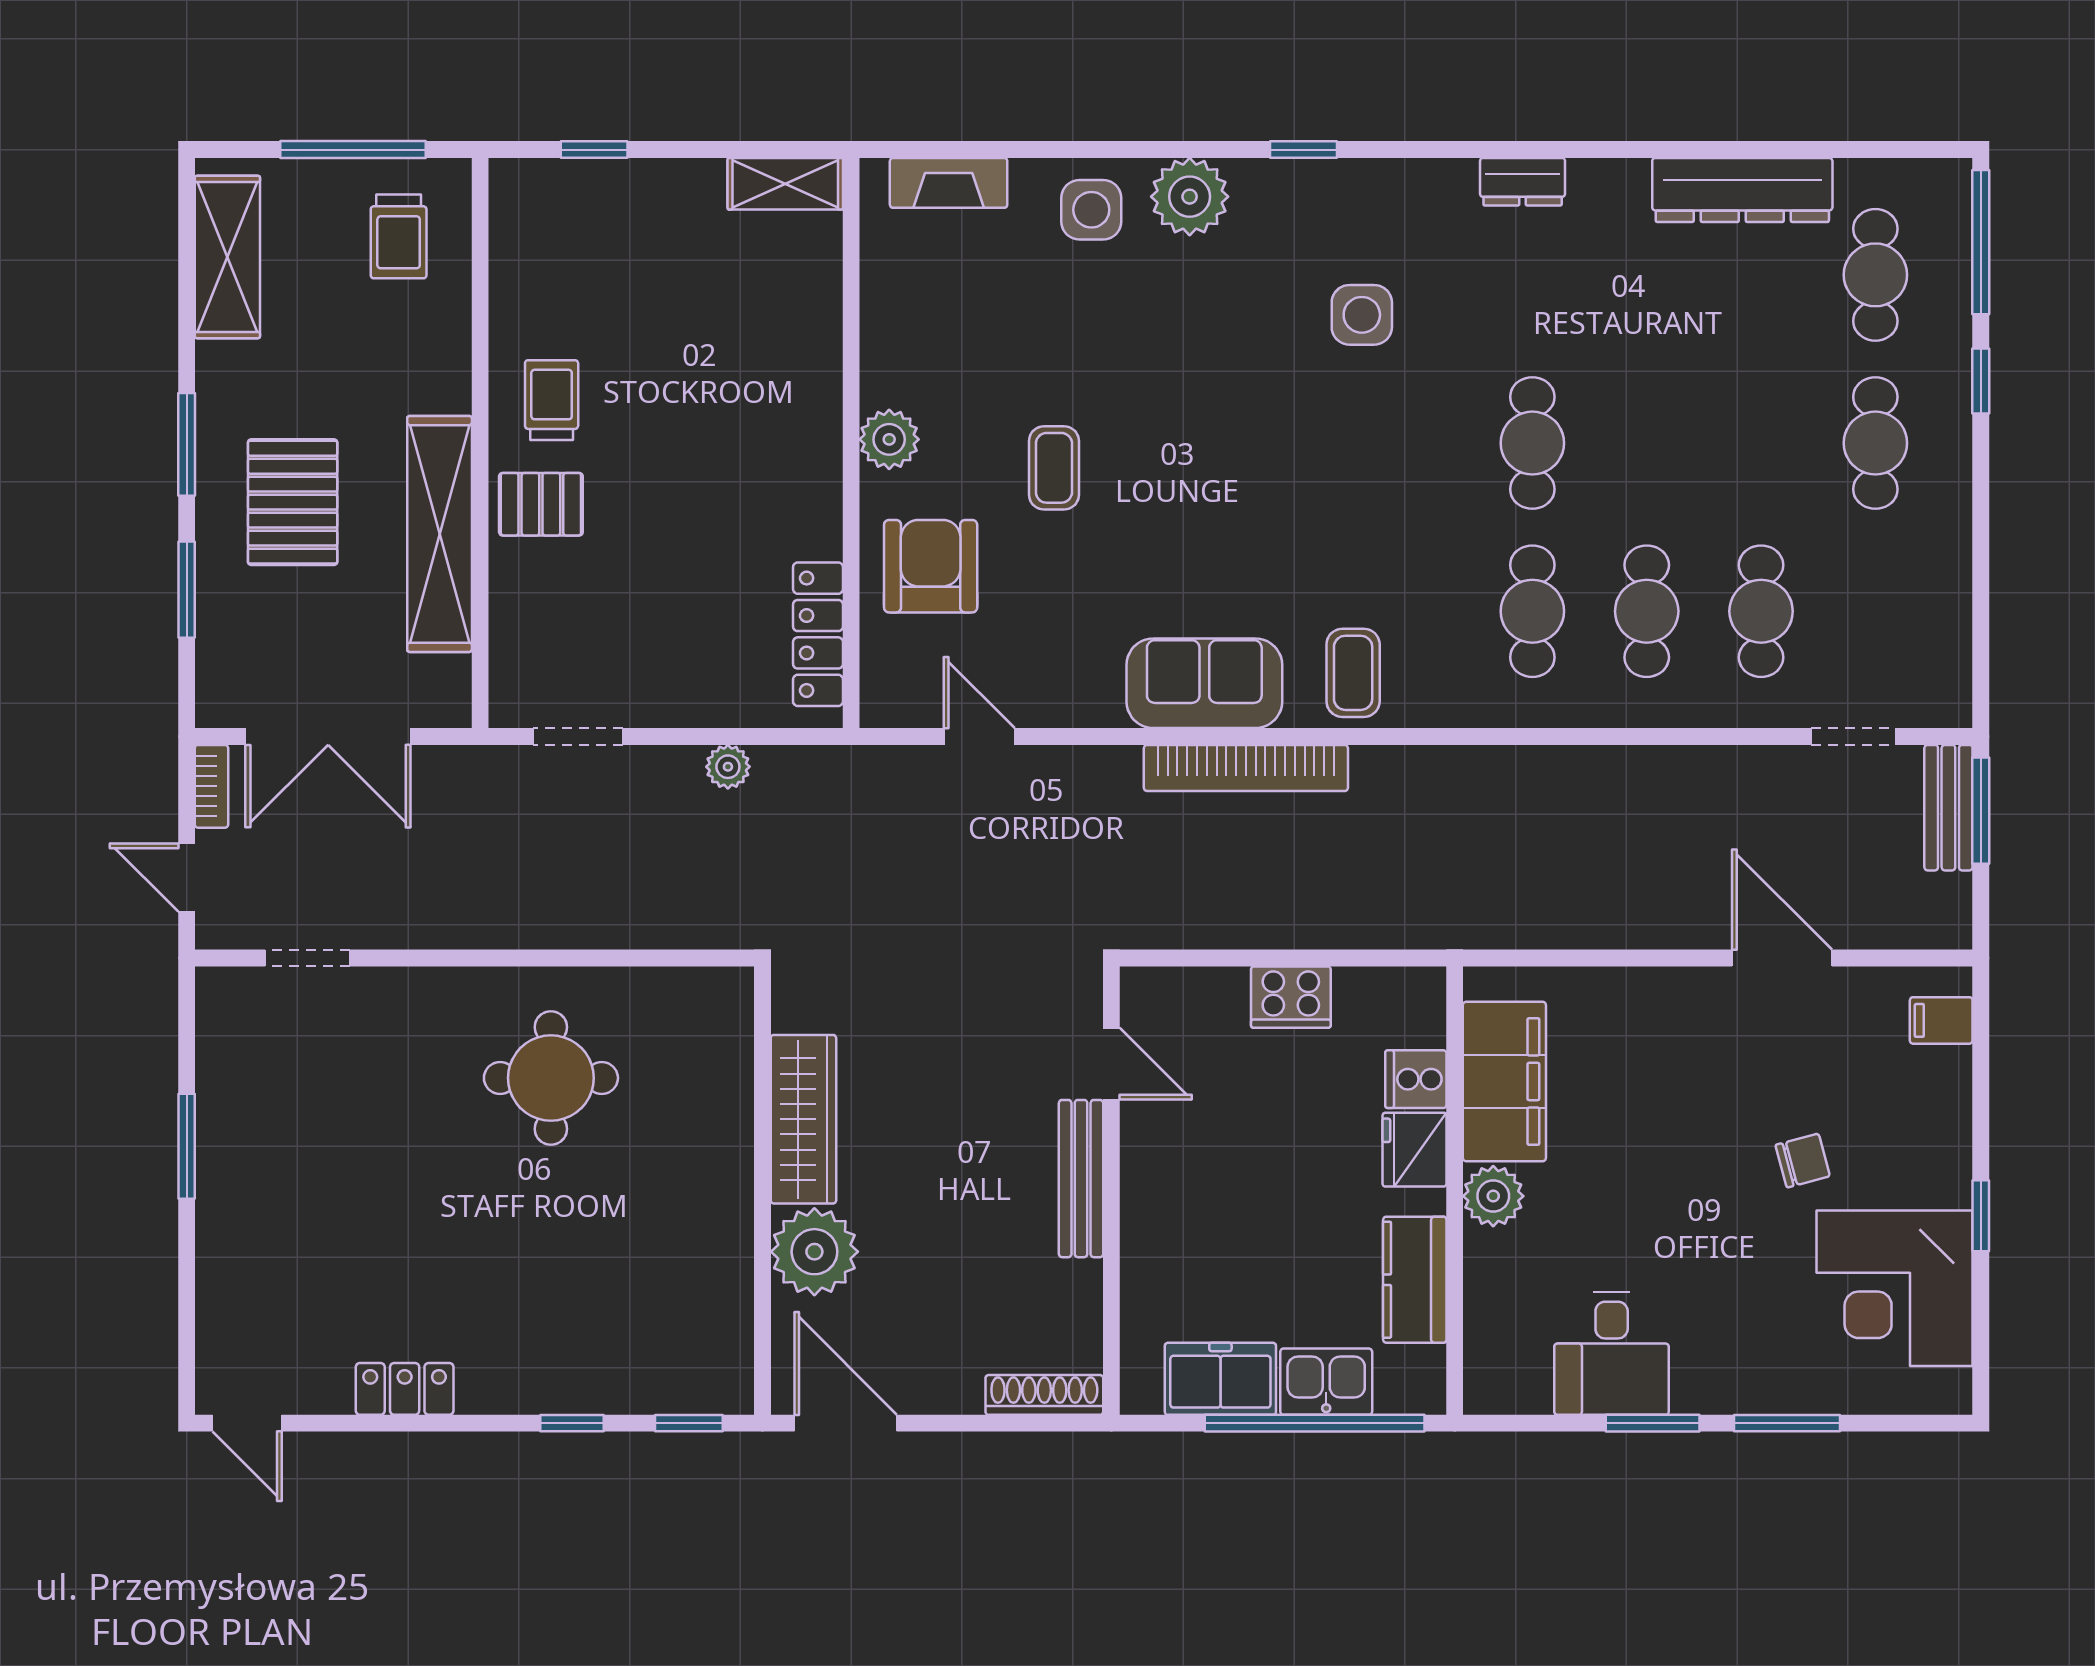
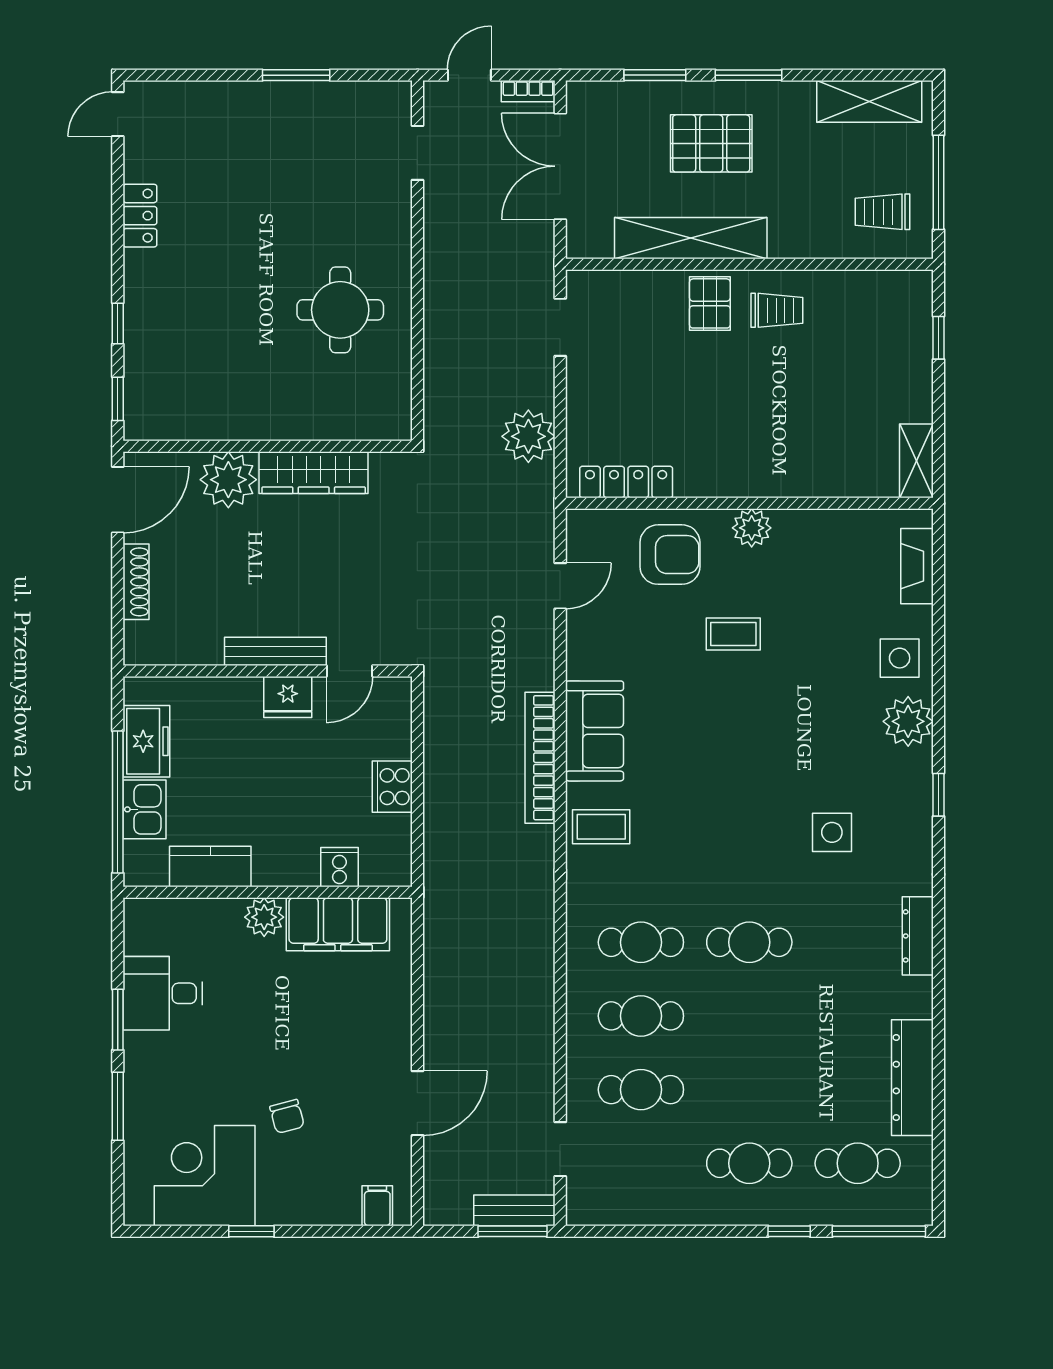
dresser: (1523, 182) -> (918, 936), width x1.44
plant: (728, 767) -> (528, 436), width x1.88, depth x1.88
fridge: (1414, 1150) -> (288, 697), moved, turned 180
shoe rack: (1044, 1395) -> (136, 582), moved

